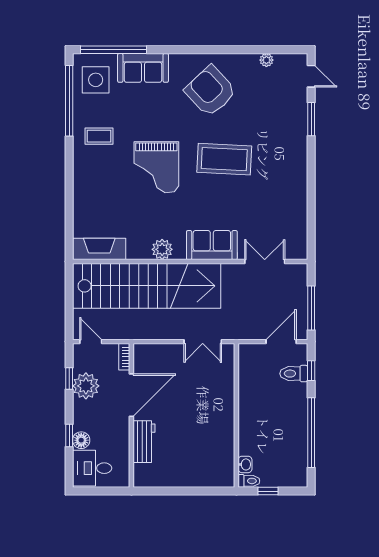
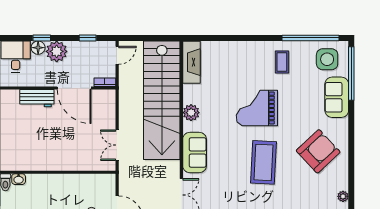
plant: (86, 386) -> (57, 51), moved

